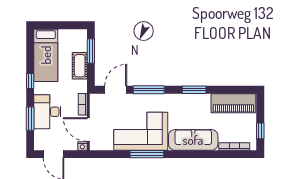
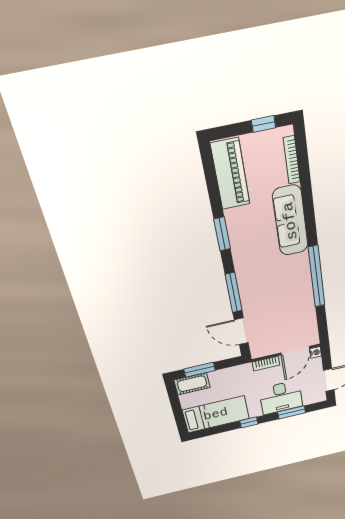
cot: (80, 66) -> (192, 384), moved
corner sofa: (141, 131) -> (289, 290), removed
window: (147, 154) -> (317, 277), width x1.46

